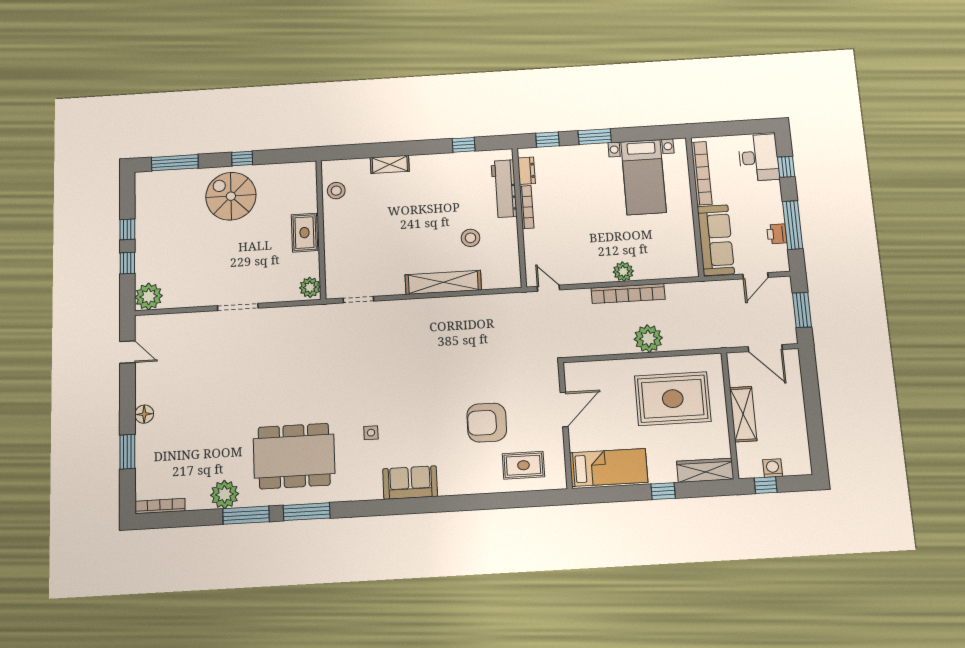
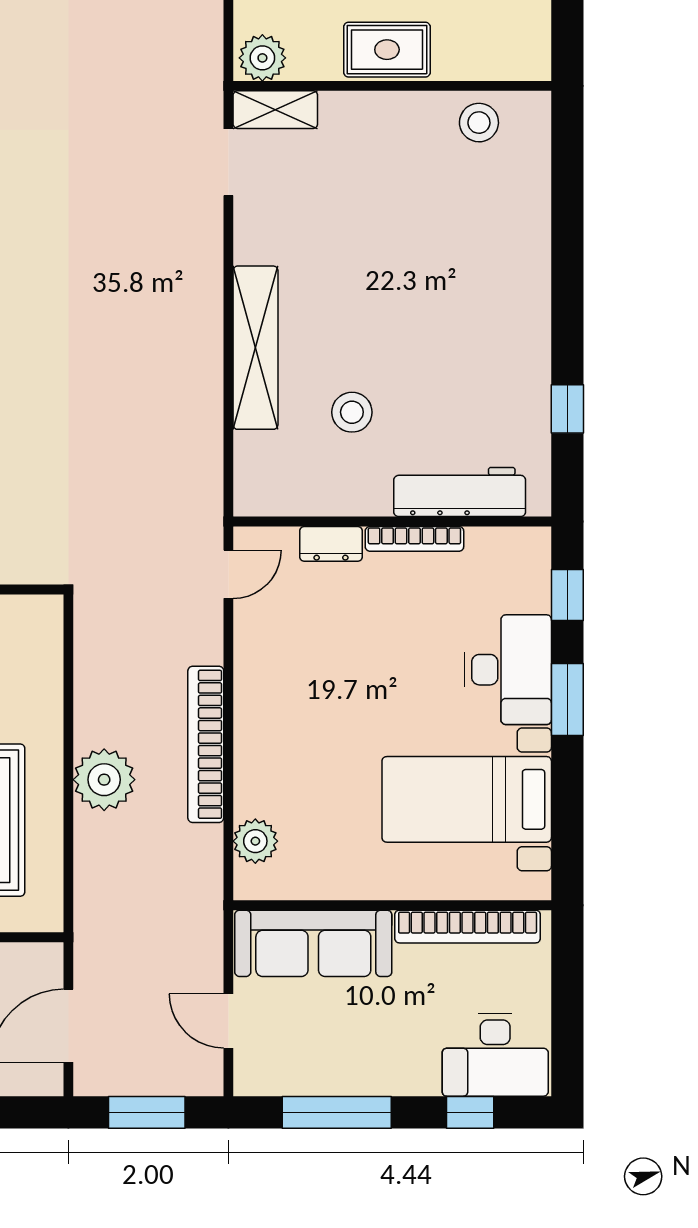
desk: (583, 163) -> (508, 670), added
shelving: (390, 164) -> (275, 110), moved, turned 90
dresser: (526, 171) -> (331, 544), moved
printer: (777, 234) -> (319, 1076), removed
plant: (623, 272) -> (255, 841), moved

